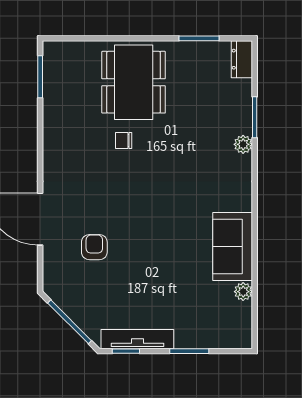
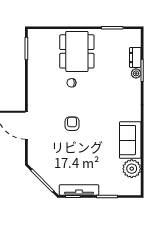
dresser: (242, 59) -> (135, 57), moved
plant: (243, 144) -> (136, 73), moved
armchair: (94, 247) -> (72, 124), moved
plant: (243, 292) -> (132, 169), width x1.87, depth x1.87

